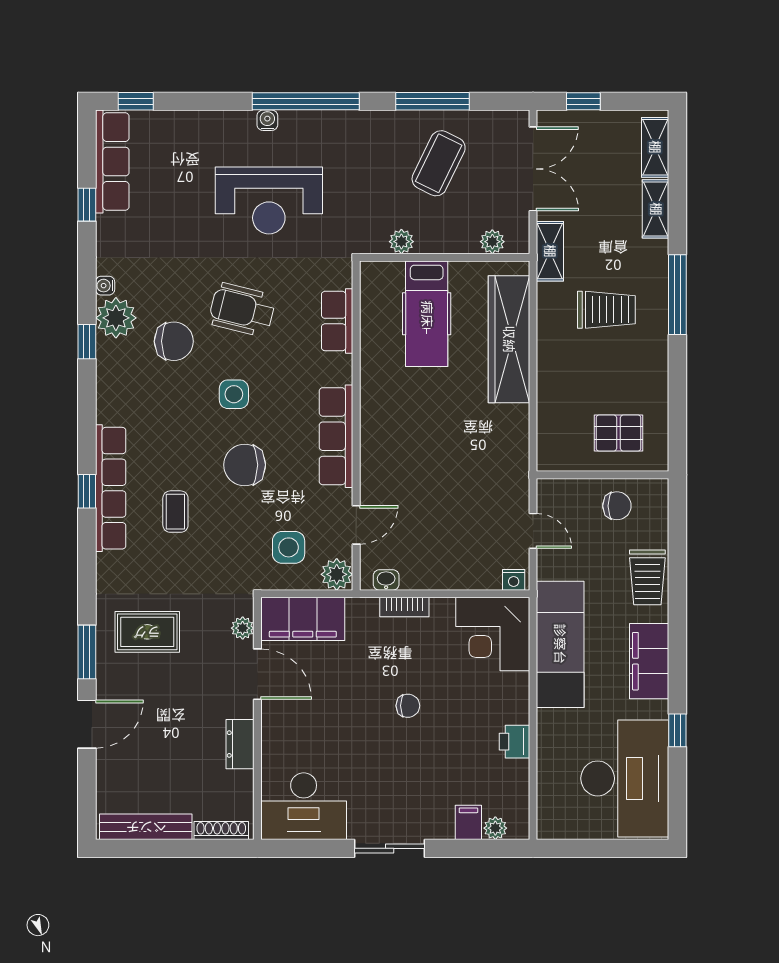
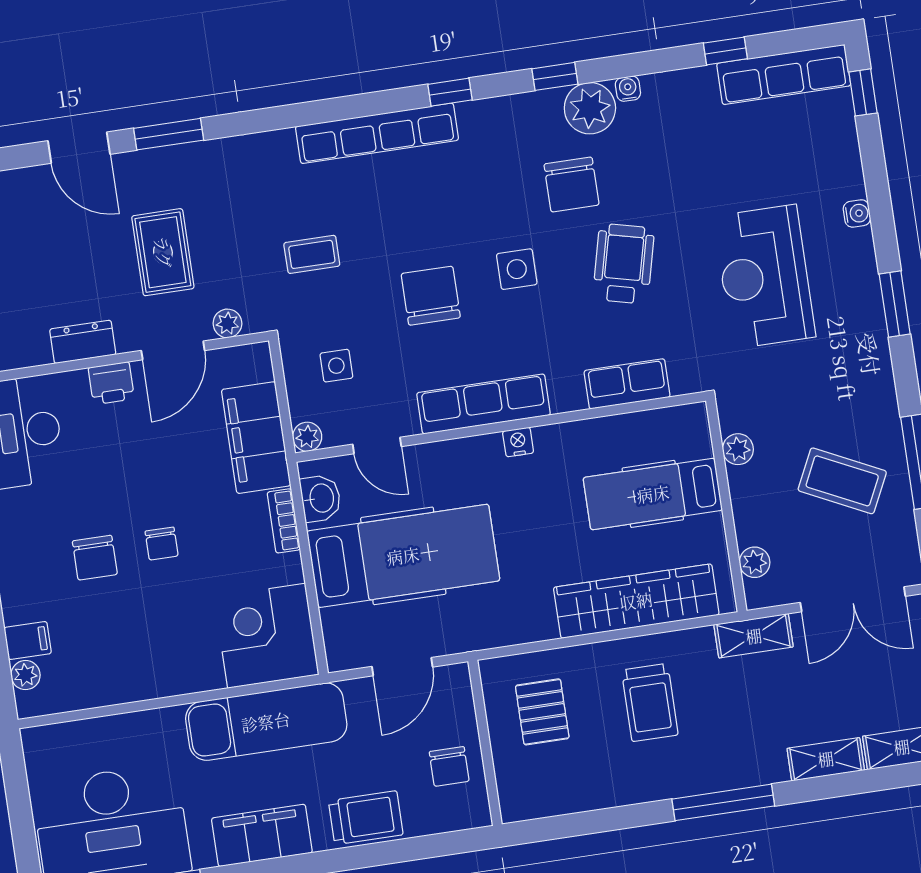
window: (306, 101) -> (895, 304), width x0.47
water cooler: (267, 120) -> (857, 213), moved
trolley: (606, 310) -> (650, 702), moved
pallet: (618, 433) -> (542, 712), moved
window: (87, 491) -> (450, 92), moved
coffee table: (175, 512) -> (312, 254), moved
hospital bed: (446, 517) -> (403, 556), added
door: (533, 531) -> (402, 667), width x1.38
side table: (289, 547) -> (336, 366), width x0.73, depth x0.73
plant: (337, 574) -> (307, 437), width x0.73, depth x0.73
trolley: (647, 577) -> (366, 818), turned 180
washbasin: (386, 580) -> (321, 498), width x1.38, depth x1.45
nightstand: (514, 580) -> (518, 442), moved, turned 90
filing cabinet: (303, 619) -> (256, 438), moved
rug: (147, 632) -> (163, 252), moved
printer: (515, 742) -> (111, 383), moved, turned 180
chair: (411, 760) -> (95, 558), added

